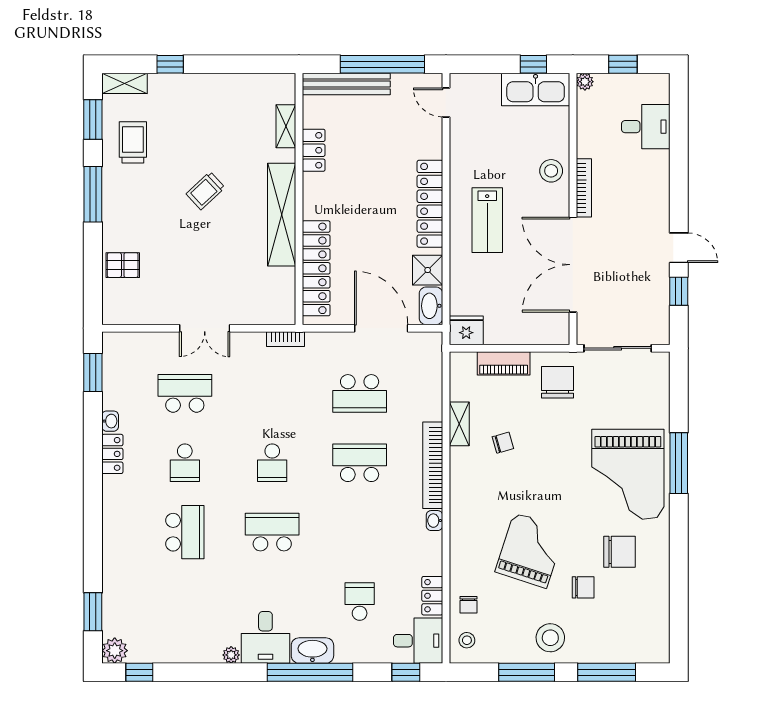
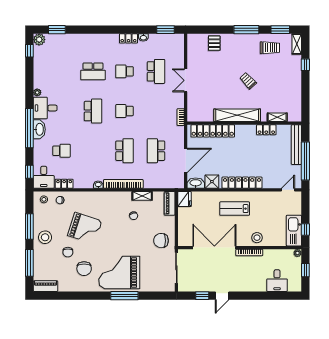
piano: (504, 363) -> (170, 203), moved
chair: (558, 382) -> (161, 241), turned 180
piano: (658, 637) -> (45, 286), added

